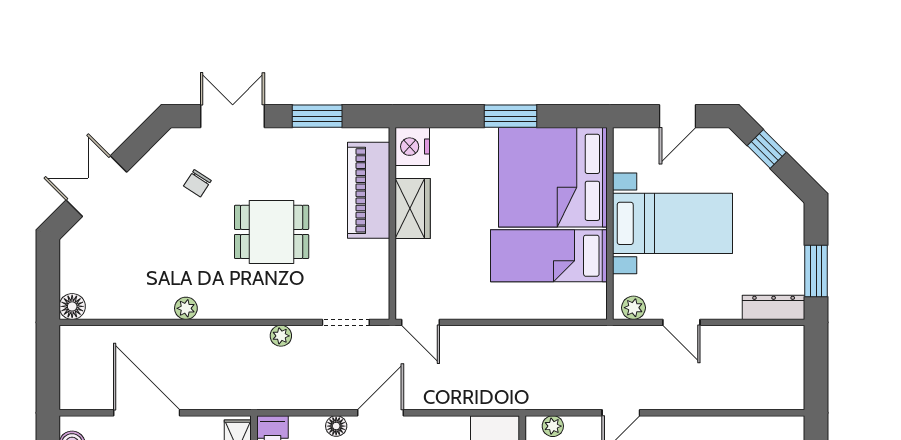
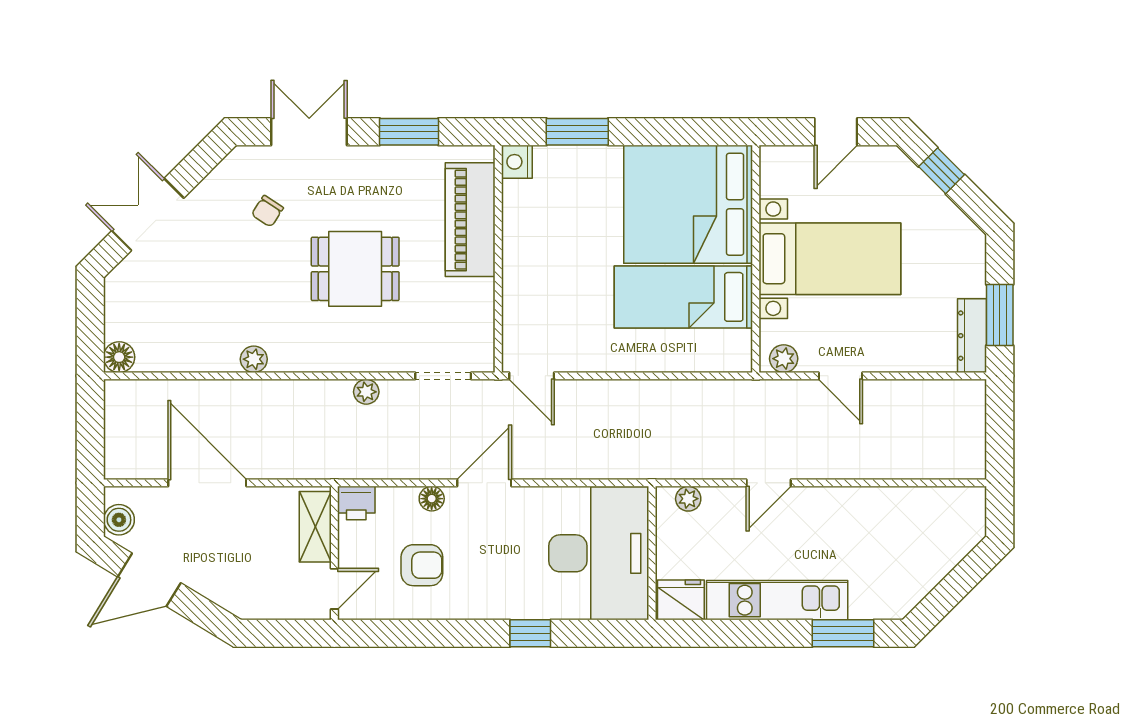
window: (511, 116) -> (577, 132), moved
nightstand: (412, 147) -> (517, 162), width x0.74, depth x0.75
wardrobe: (413, 209) -> (522, 241), removed
dresser: (774, 307) -> (972, 336), moved, turned -90

